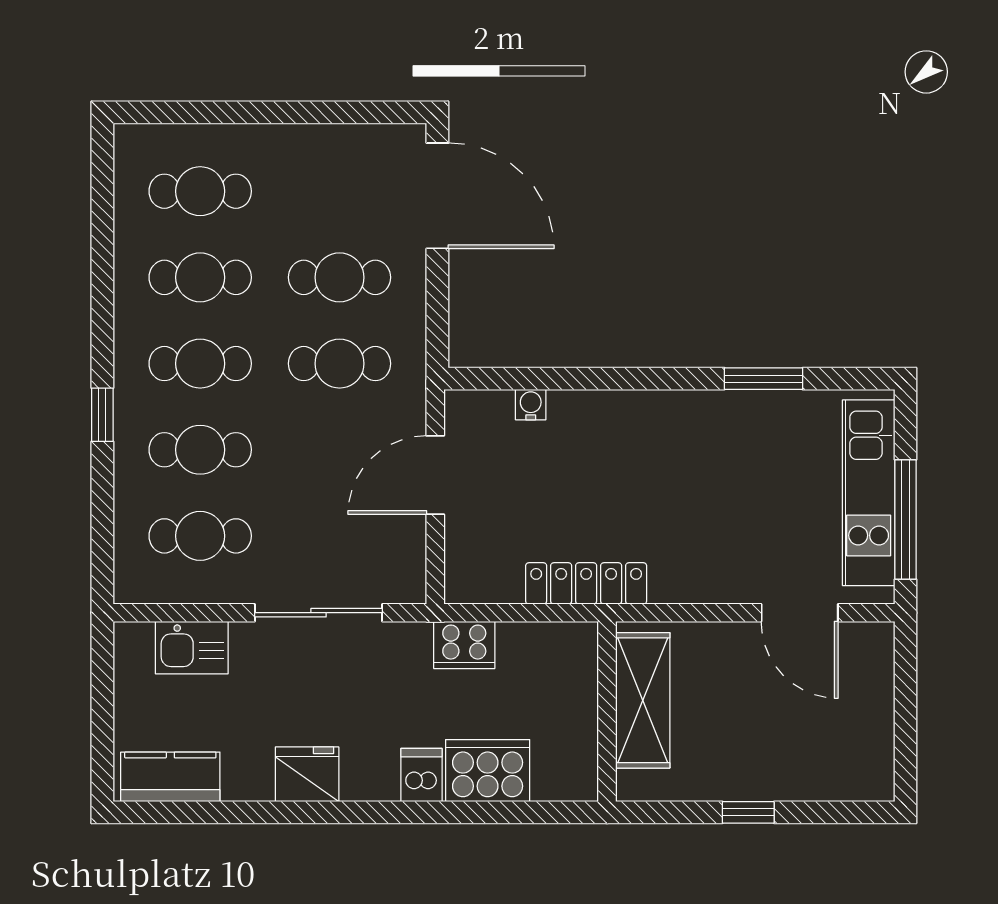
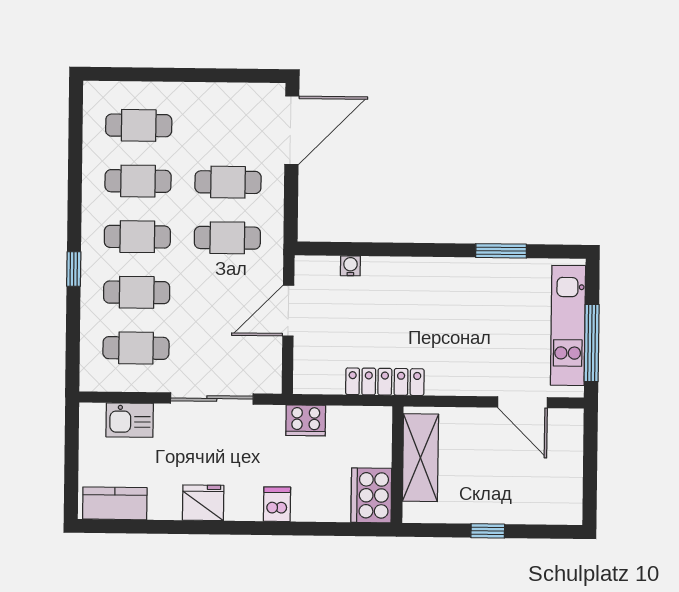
door: (437, 196) -> (292, 130), hinge flipped
cooker: (488, 771) -> (371, 495), moved, turned -90

